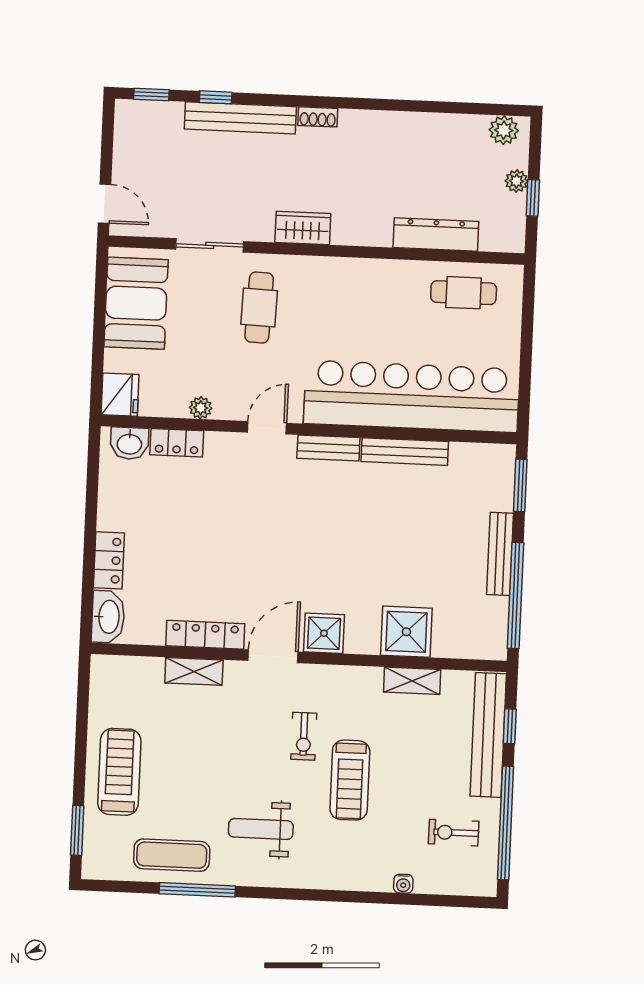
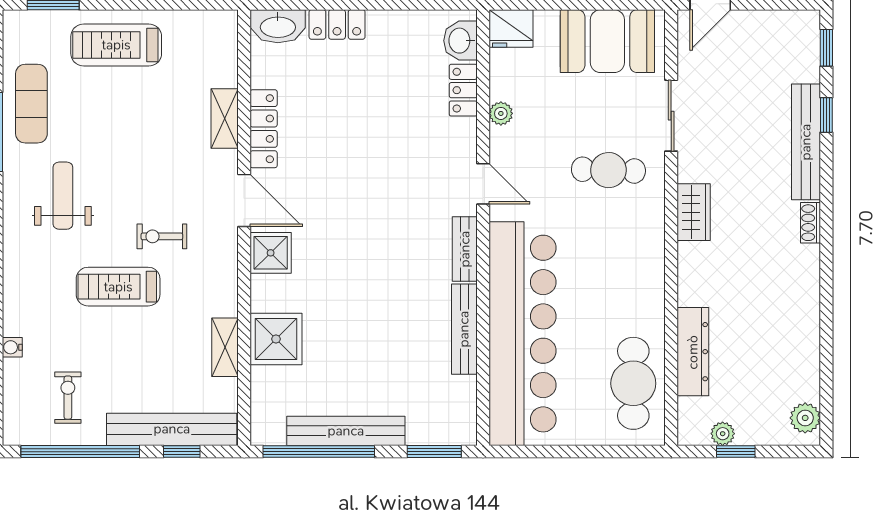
plant: (517, 181) -> (723, 434), moved
cafe table: (464, 293) -> (633, 383), width x1.37, depth x1.35
bench: (500, 554) -> (346, 431), width x1.37, depth x1.21
treadmill: (119, 772) -> (116, 45), turned 180

